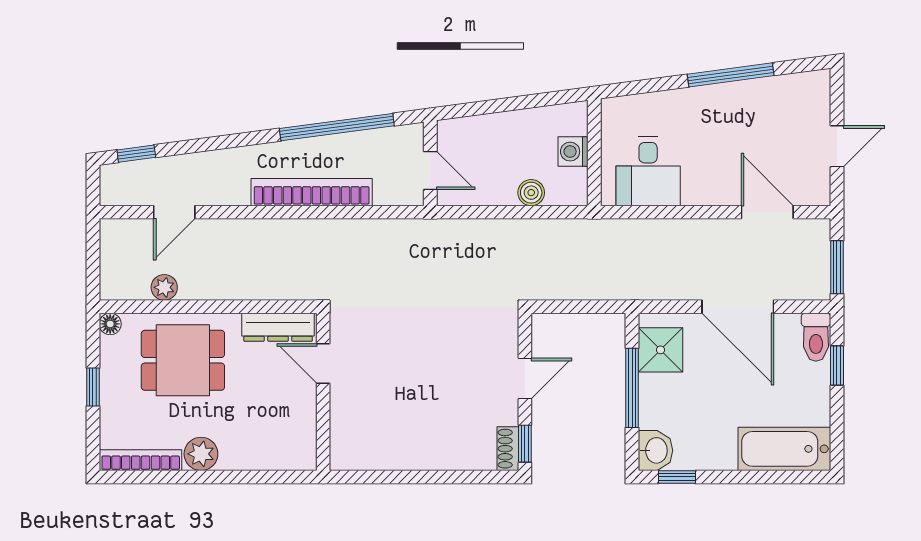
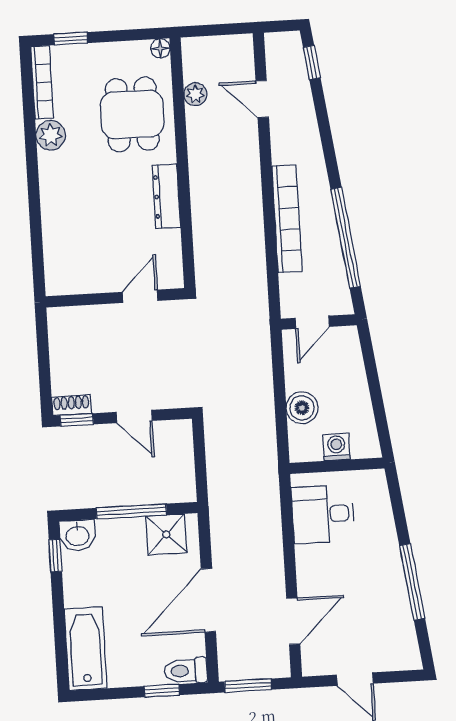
boiler: (531, 193) -> (302, 408), width x1.36, depth x1.36
door: (323, 363) -> (140, 296), moved
window: (93, 387) -> (71, 39), moved
wall: (323, 392) -> (115, 298), moved

